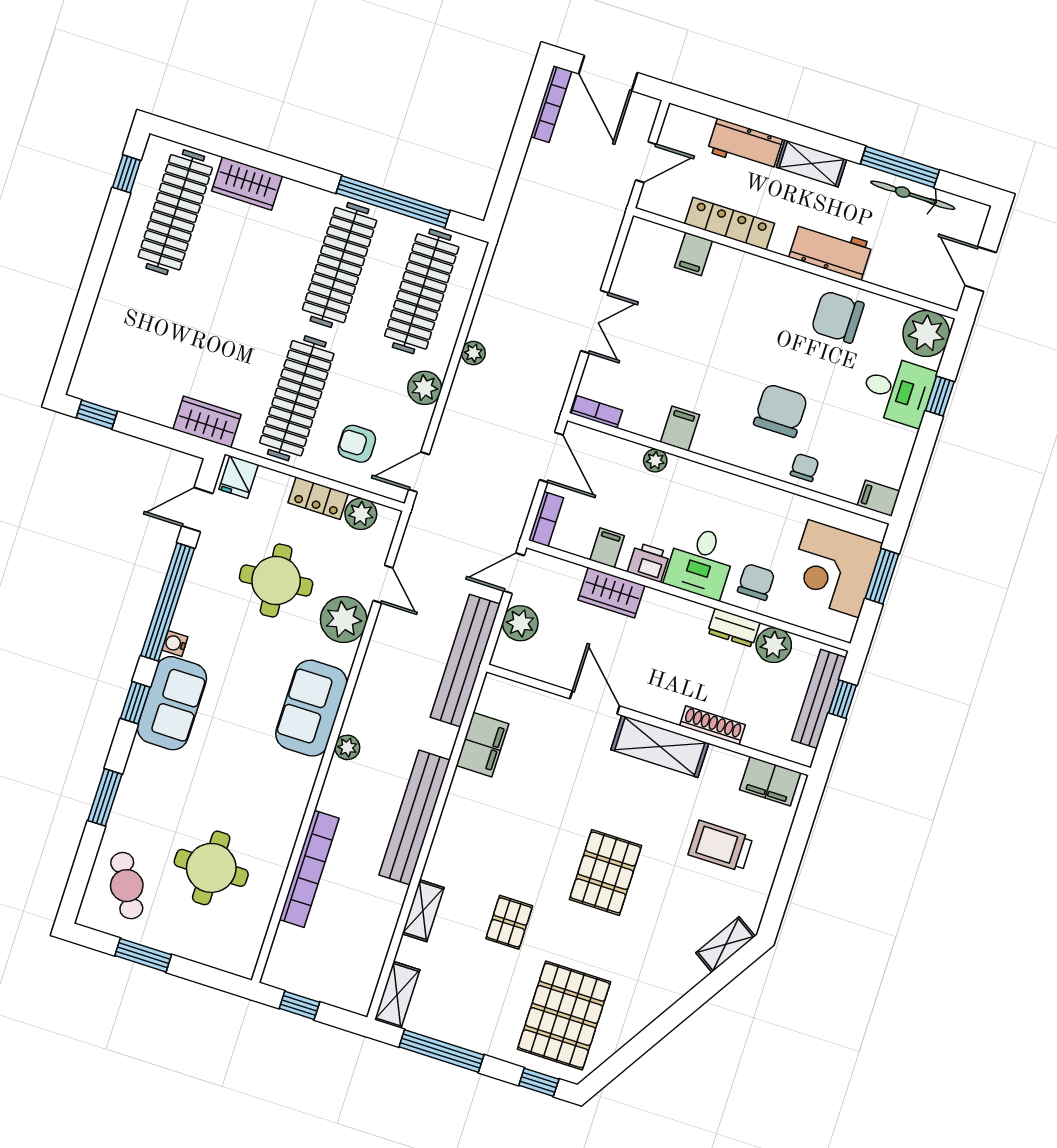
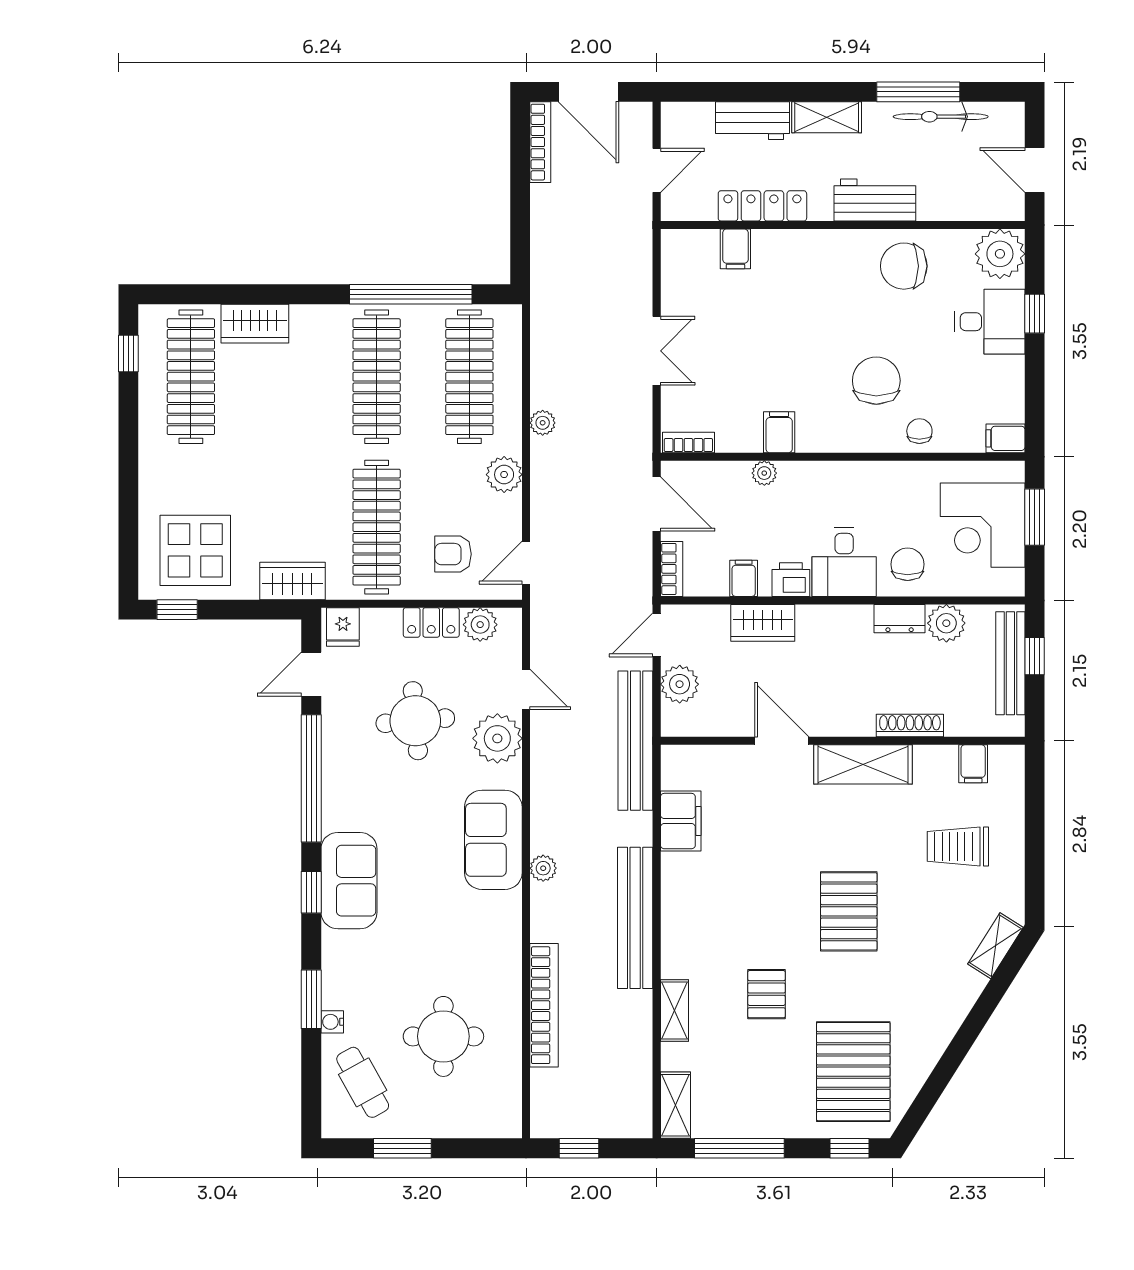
display table: (130, 367) -> (195, 550), added
water cooler: (175, 643) -> (332, 1022), moved
filing cabinet: (770, 781) -> (973, 764), width x0.50

